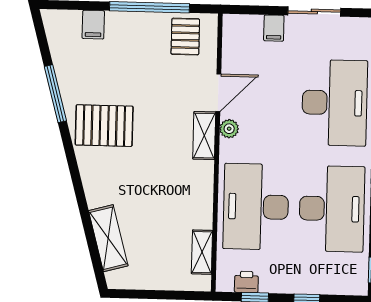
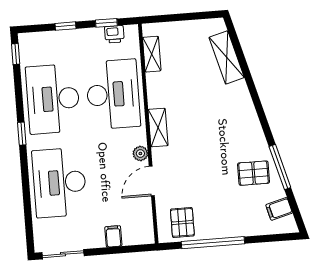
sliding door: (314, 12) -> (63, 254), moved
filing cabinet: (93, 25) -> (279, 209), moved, turned -105
pallet: (104, 126) -> (254, 173), moved, width x0.67, depth x0.71
shelving: (204, 136) -> (158, 128), moved

